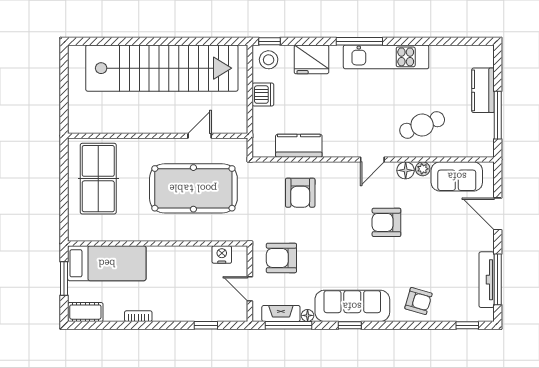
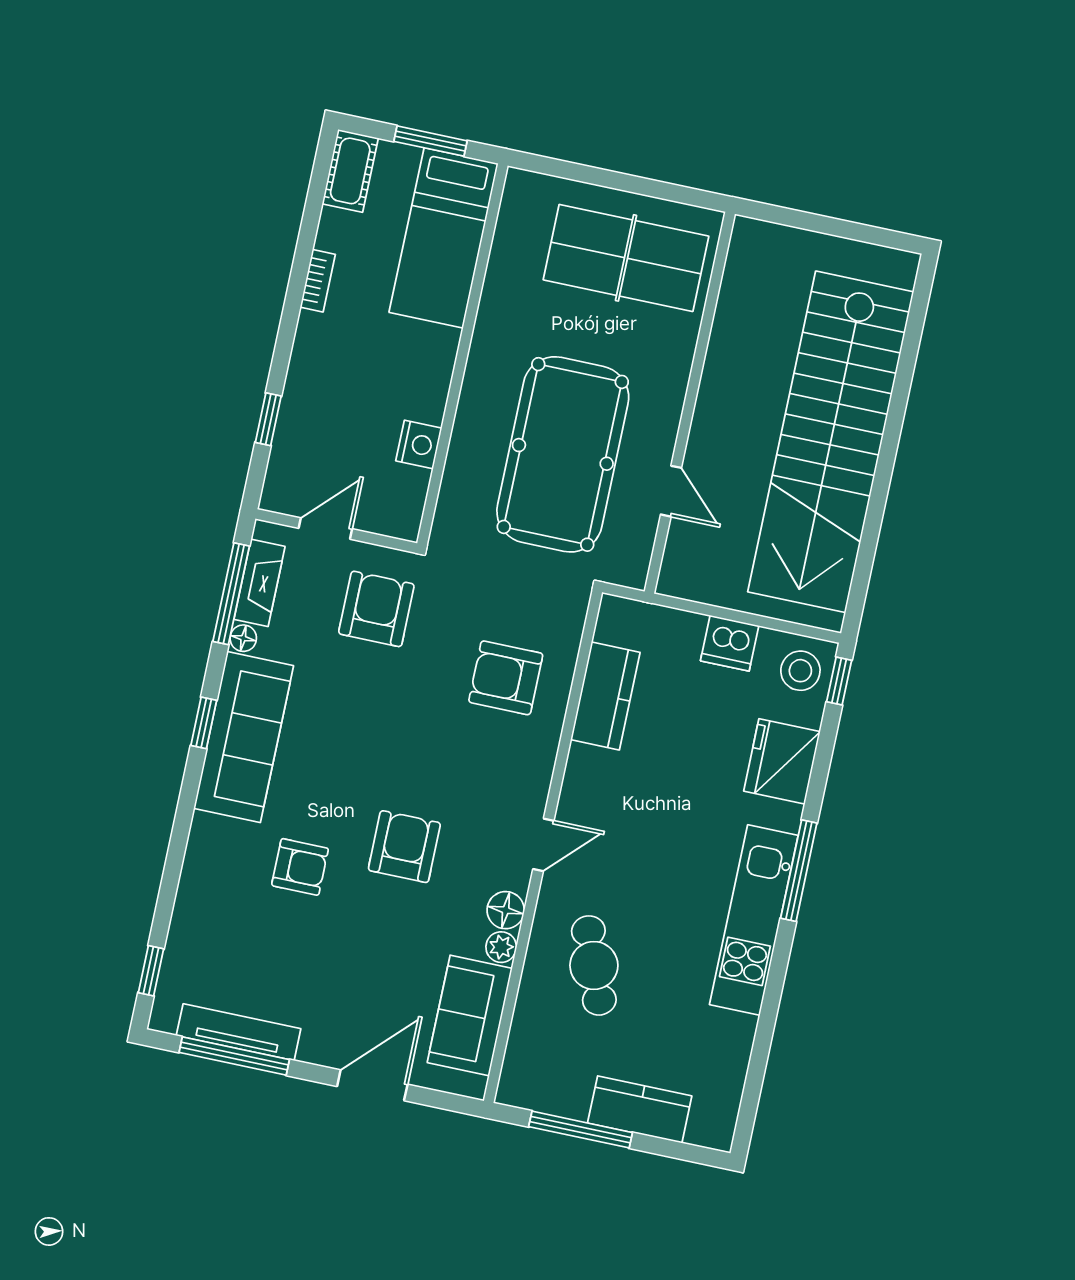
door: (372, 160) -> (543, 845), swing flipped
nightstand: (222, 255) -> (419, 444), moved
armchair: (418, 301) -> (300, 867), moved, turned -106

